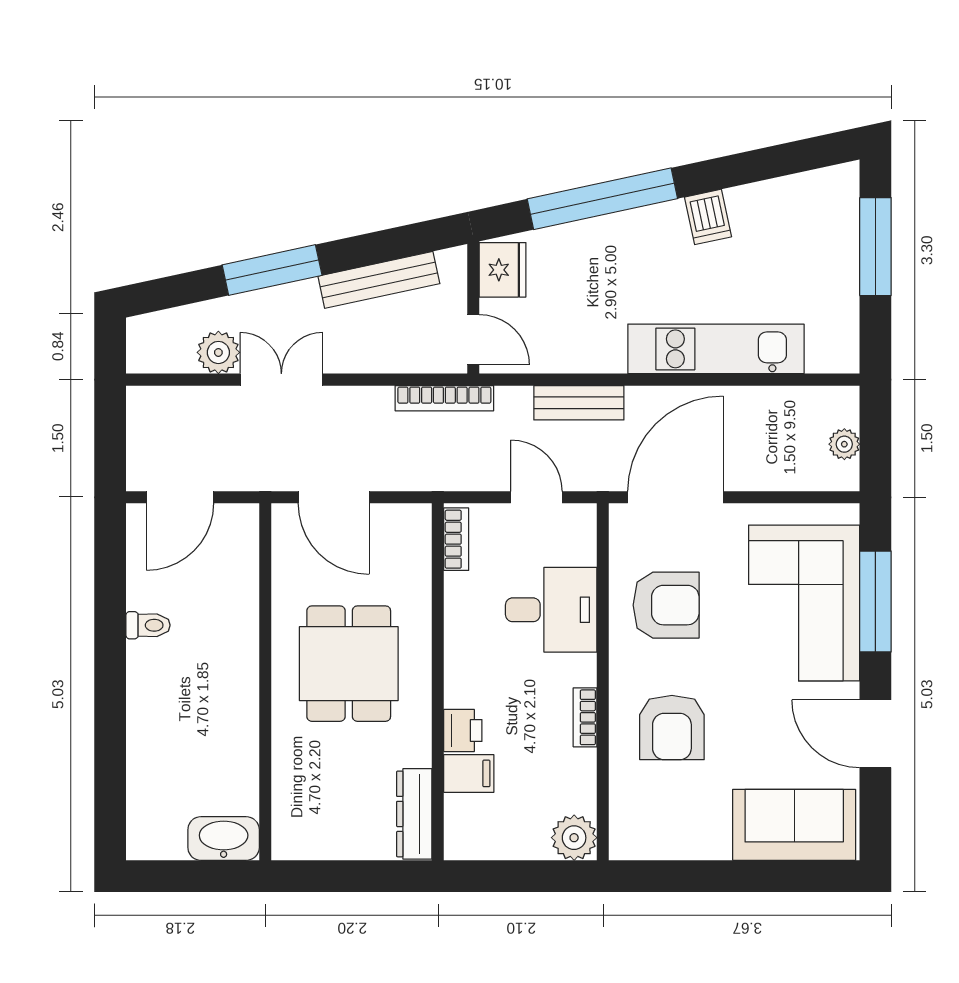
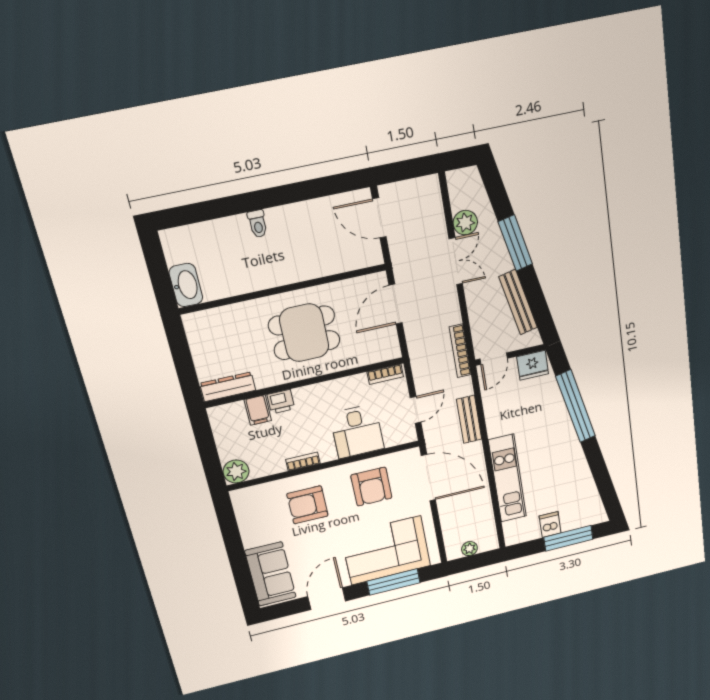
dishwasher: (708, 217) -> (550, 525), moved, turned 102
toilet: (148, 625) -> (258, 224), moved

